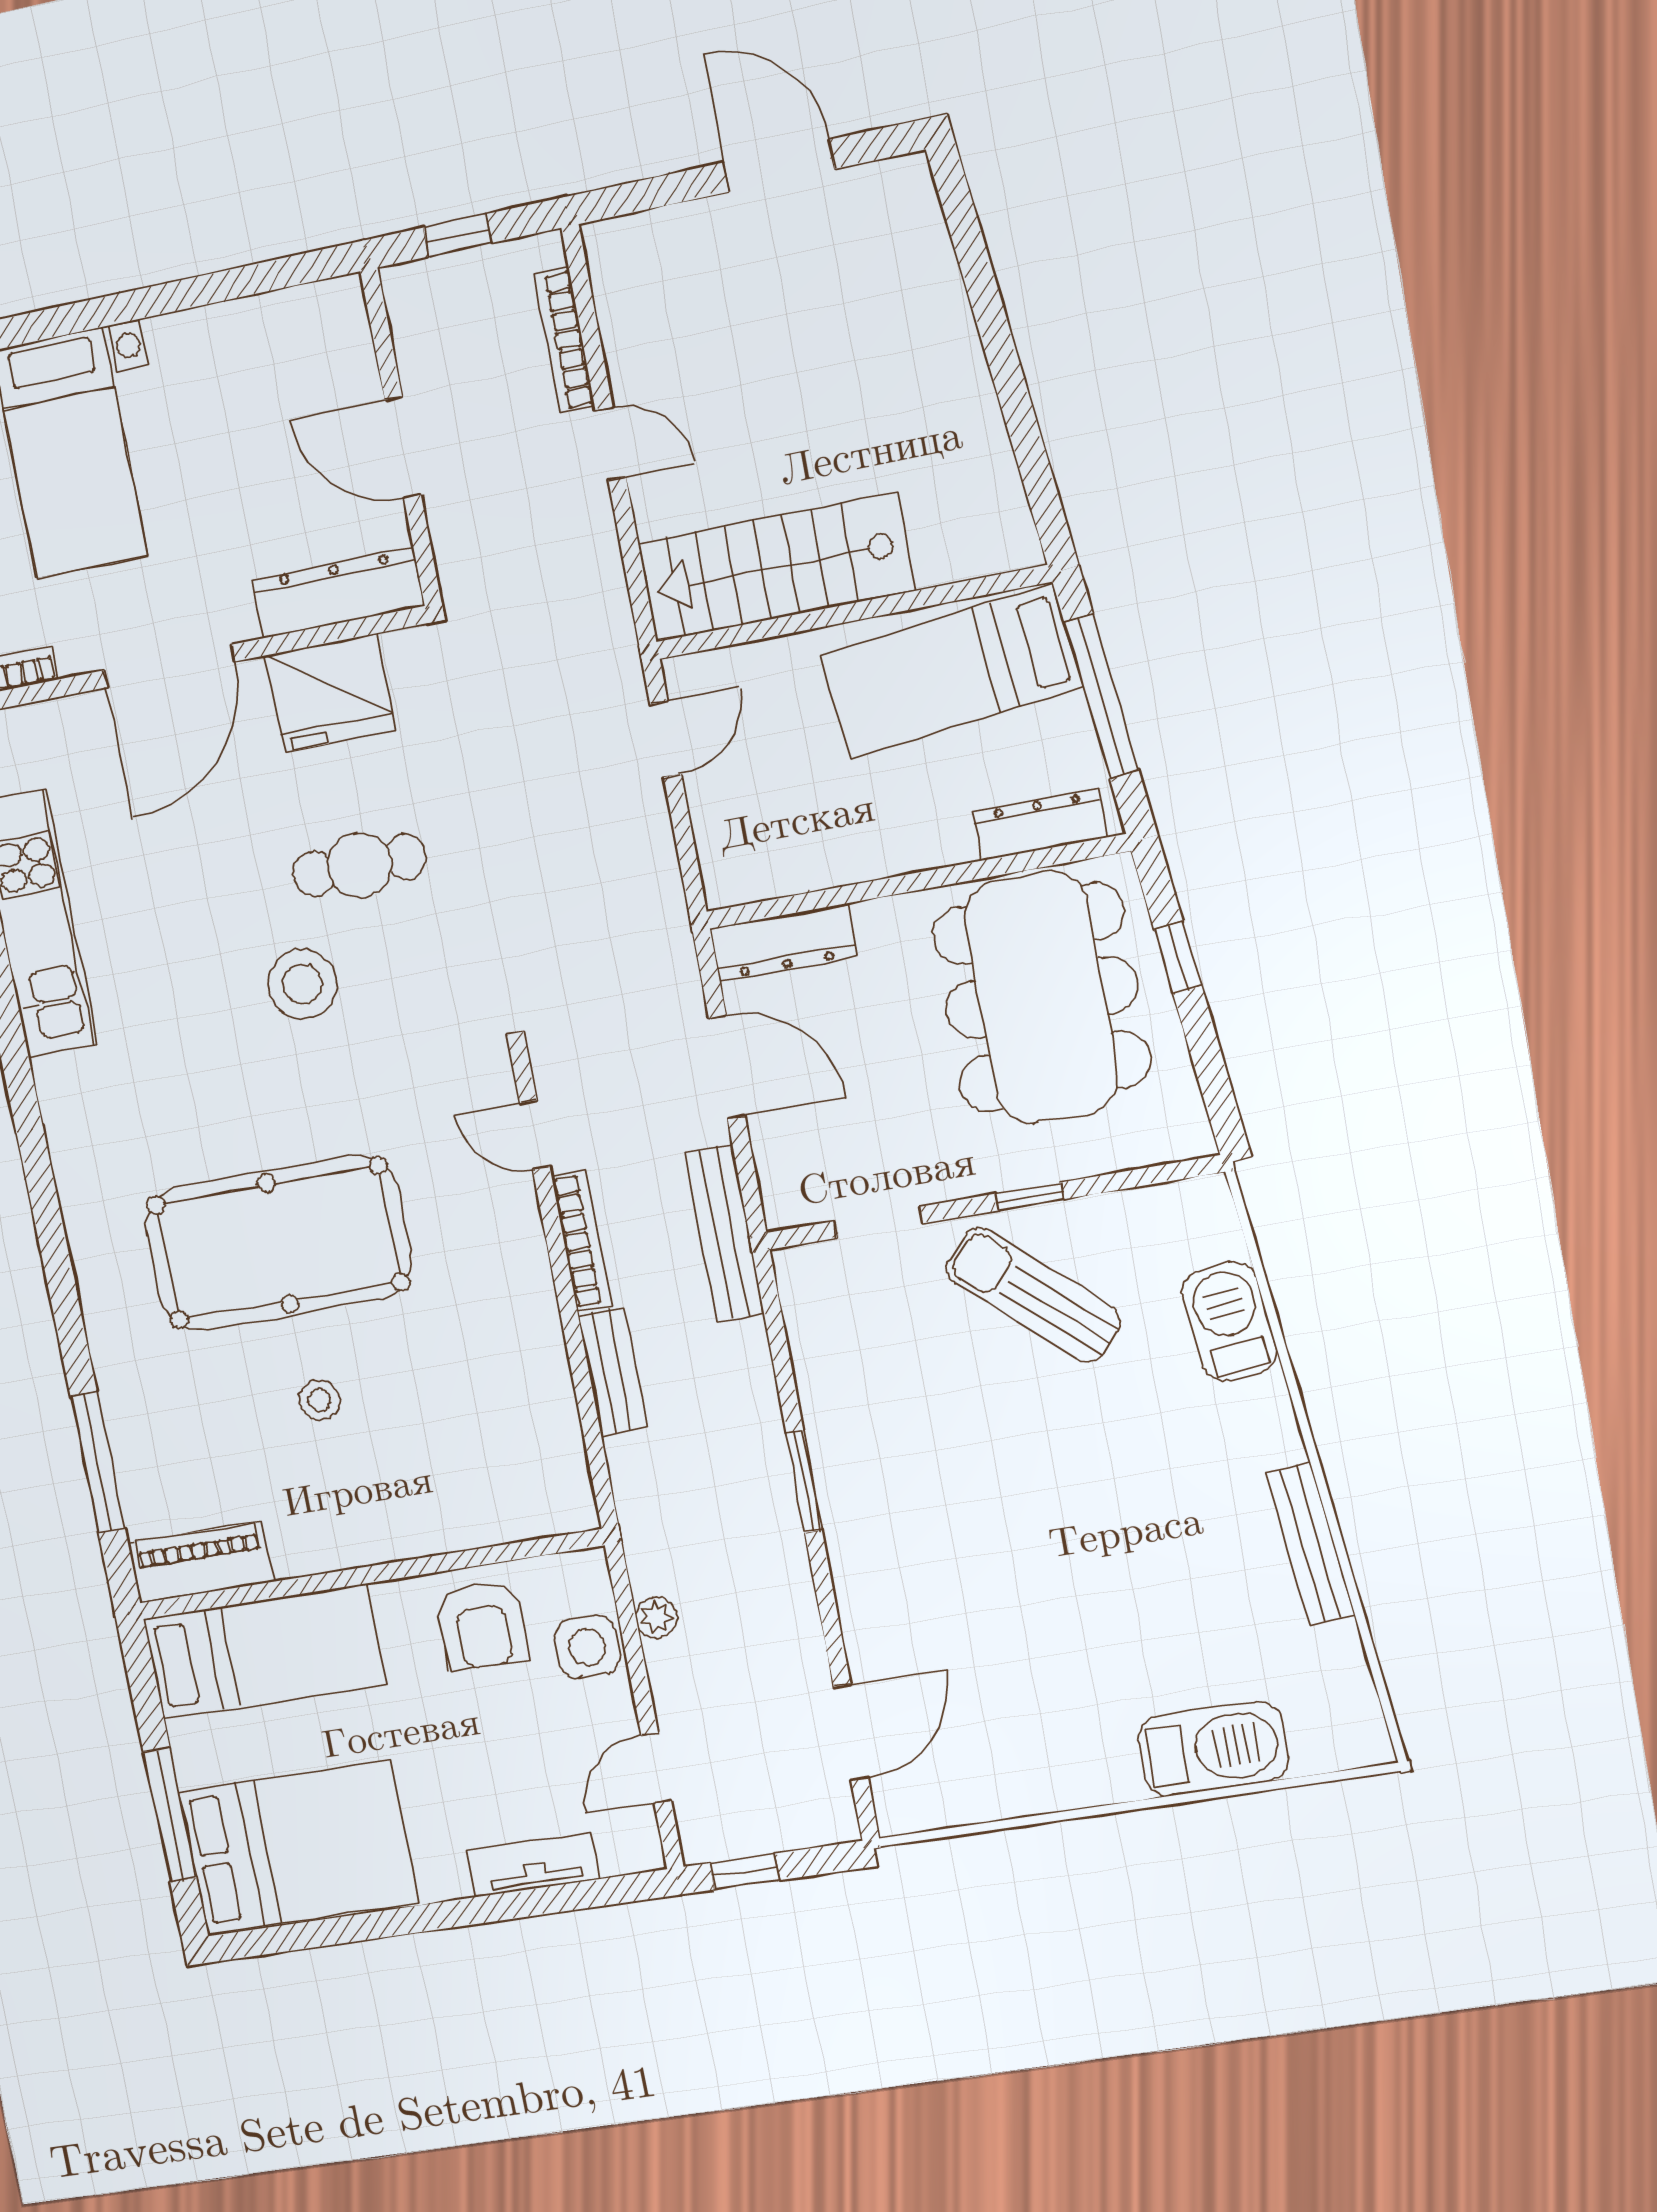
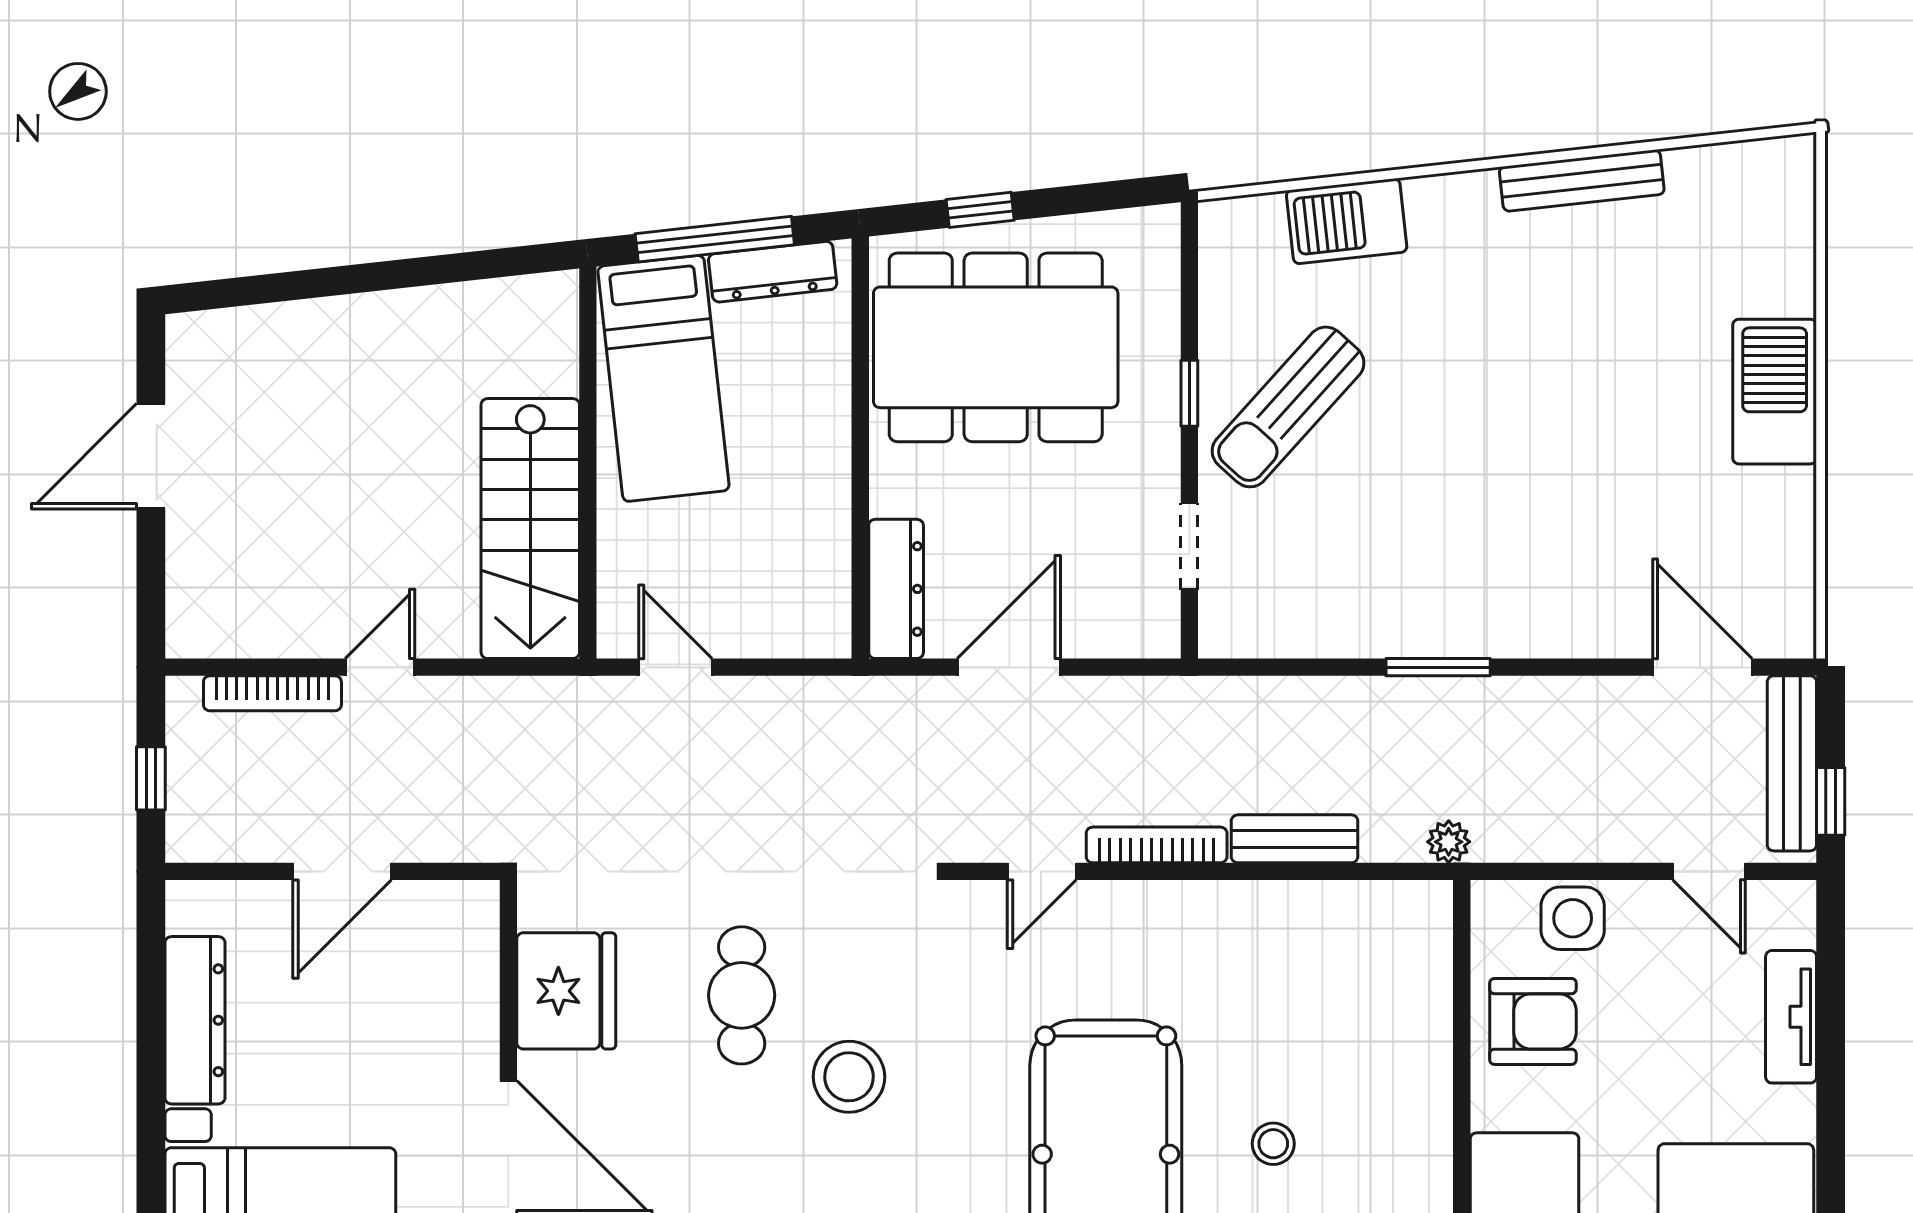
dresser: (338, 593) -> (195, 1020), moved, turned 180
dresser: (1040, 825) -> (773, 272), moved, turned -96
bench: (724, 1233) -> (1792, 763), moved, turned 90
plant: (656, 1617) -> (1449, 842), moved
barbecue: (1213, 1749) -> (1775, 392), moved

